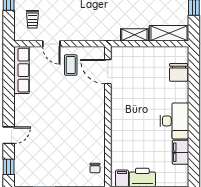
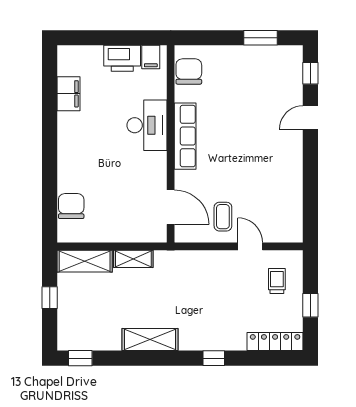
row of seats: (22, 70) -> (185, 136), moved, turned 180
desk: (174, 121) -> (147, 125), moved, turned 180
chair: (95, 168) -> (189, 72), width x1.87, depth x1.87

